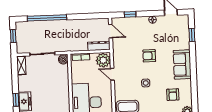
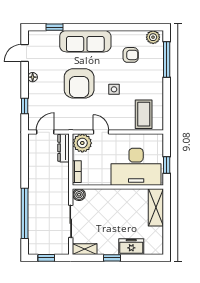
armchair: (149, 56) -> (79, 83), width x1.88, depth x1.88
sofa: (182, 64) -> (85, 41), width x1.36
door: (112, 74) -> (101, 132), swing flipped
window: (16, 100) -> (112, 258), moved

